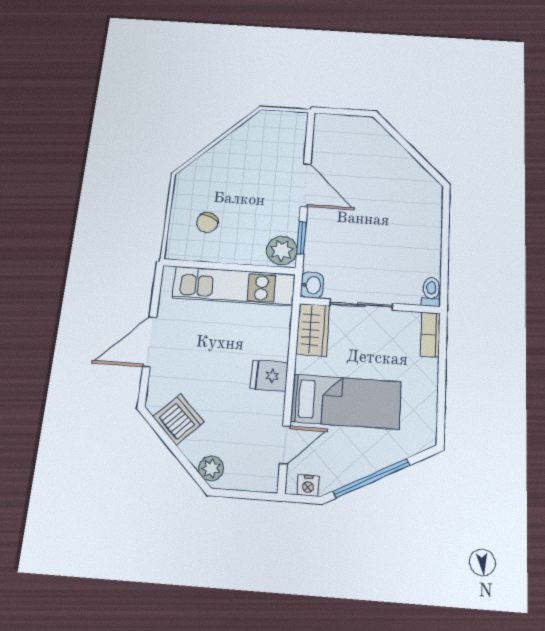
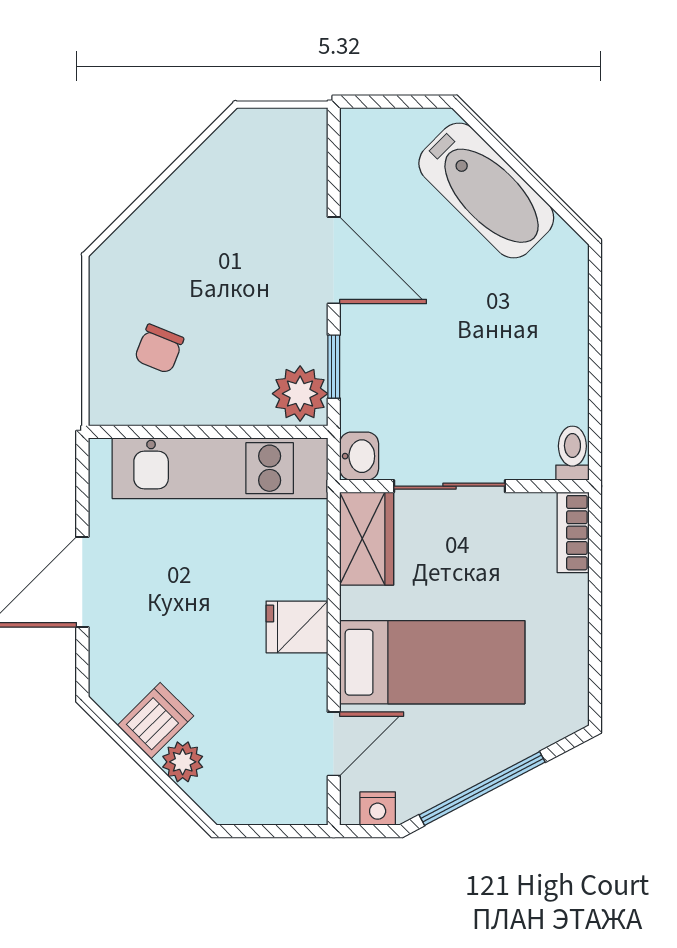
bathtub: (389, 157) -> (486, 191), added
dishwasher: (179, 419) -> (155, 721), width x0.73
plant: (211, 468) -> (183, 762), moved

